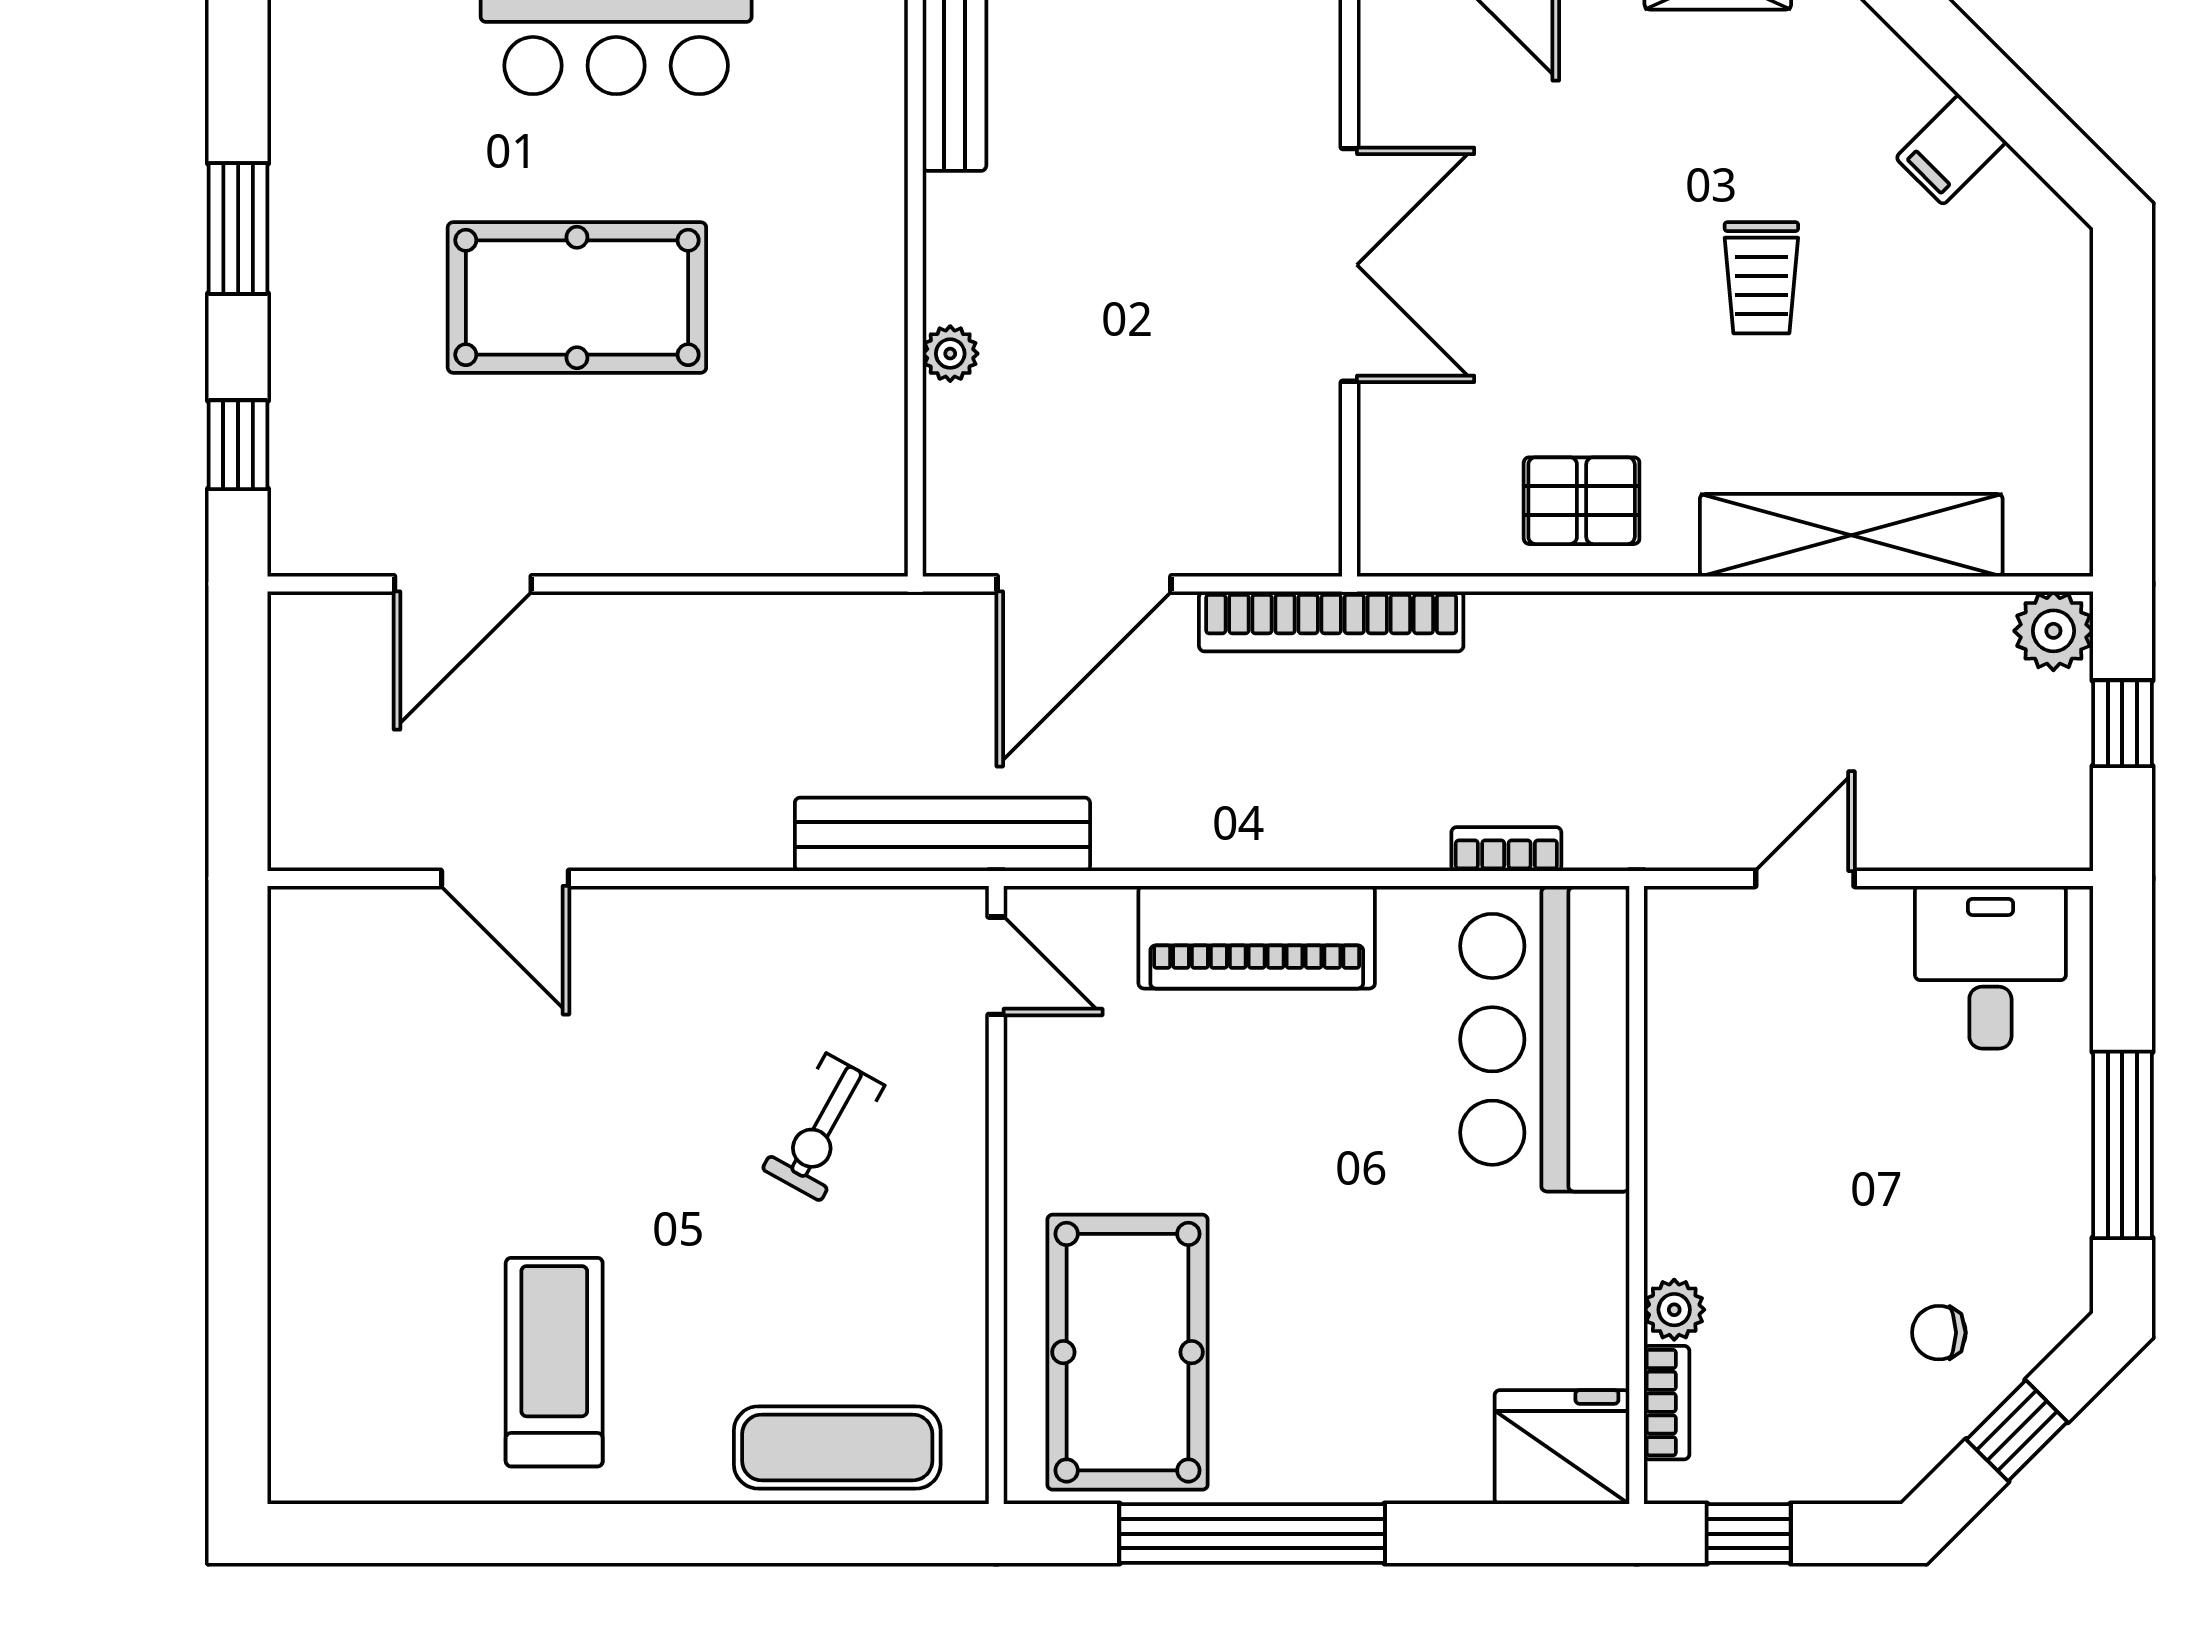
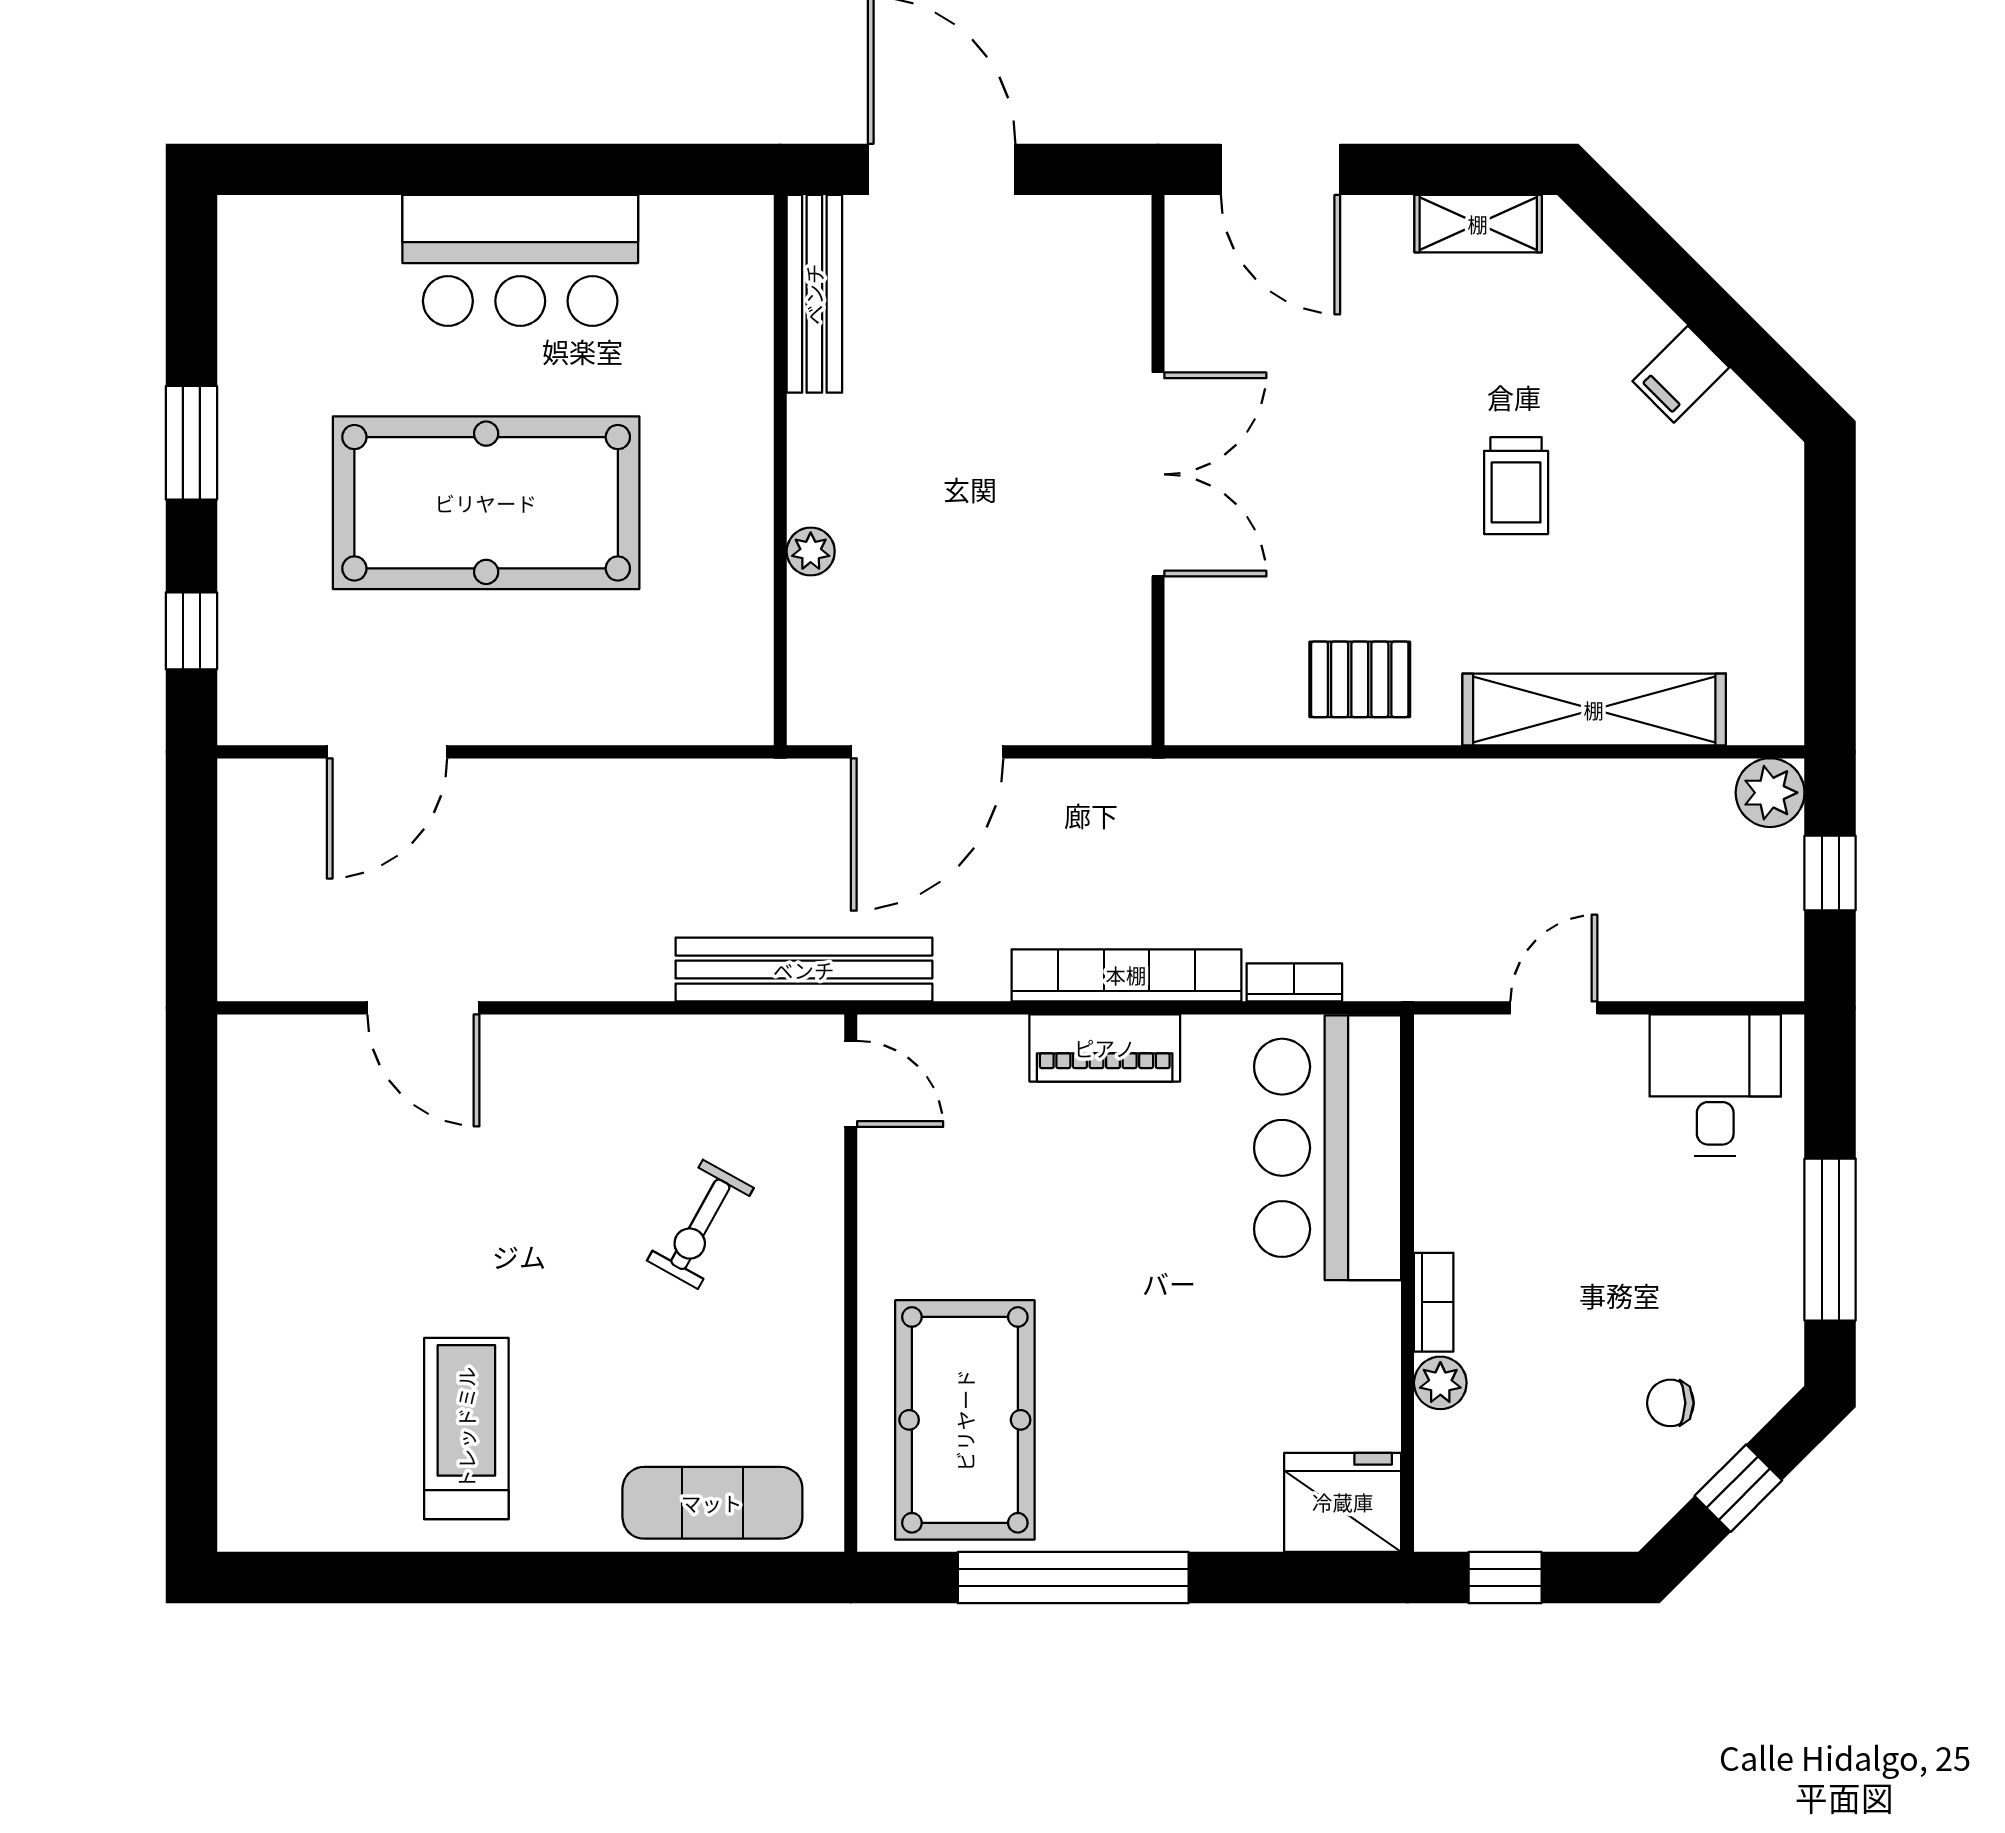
pool table: (577, 297) -> (486, 503), width x1.36, depth x1.32
bookcase: (1331, 621) -> (1126, 975), moved, turned 180
piano: (1257, 937) -> (1105, 1048), width x0.73, depth x0.75
bookcase: (1667, 1403) -> (1434, 1302), moved

